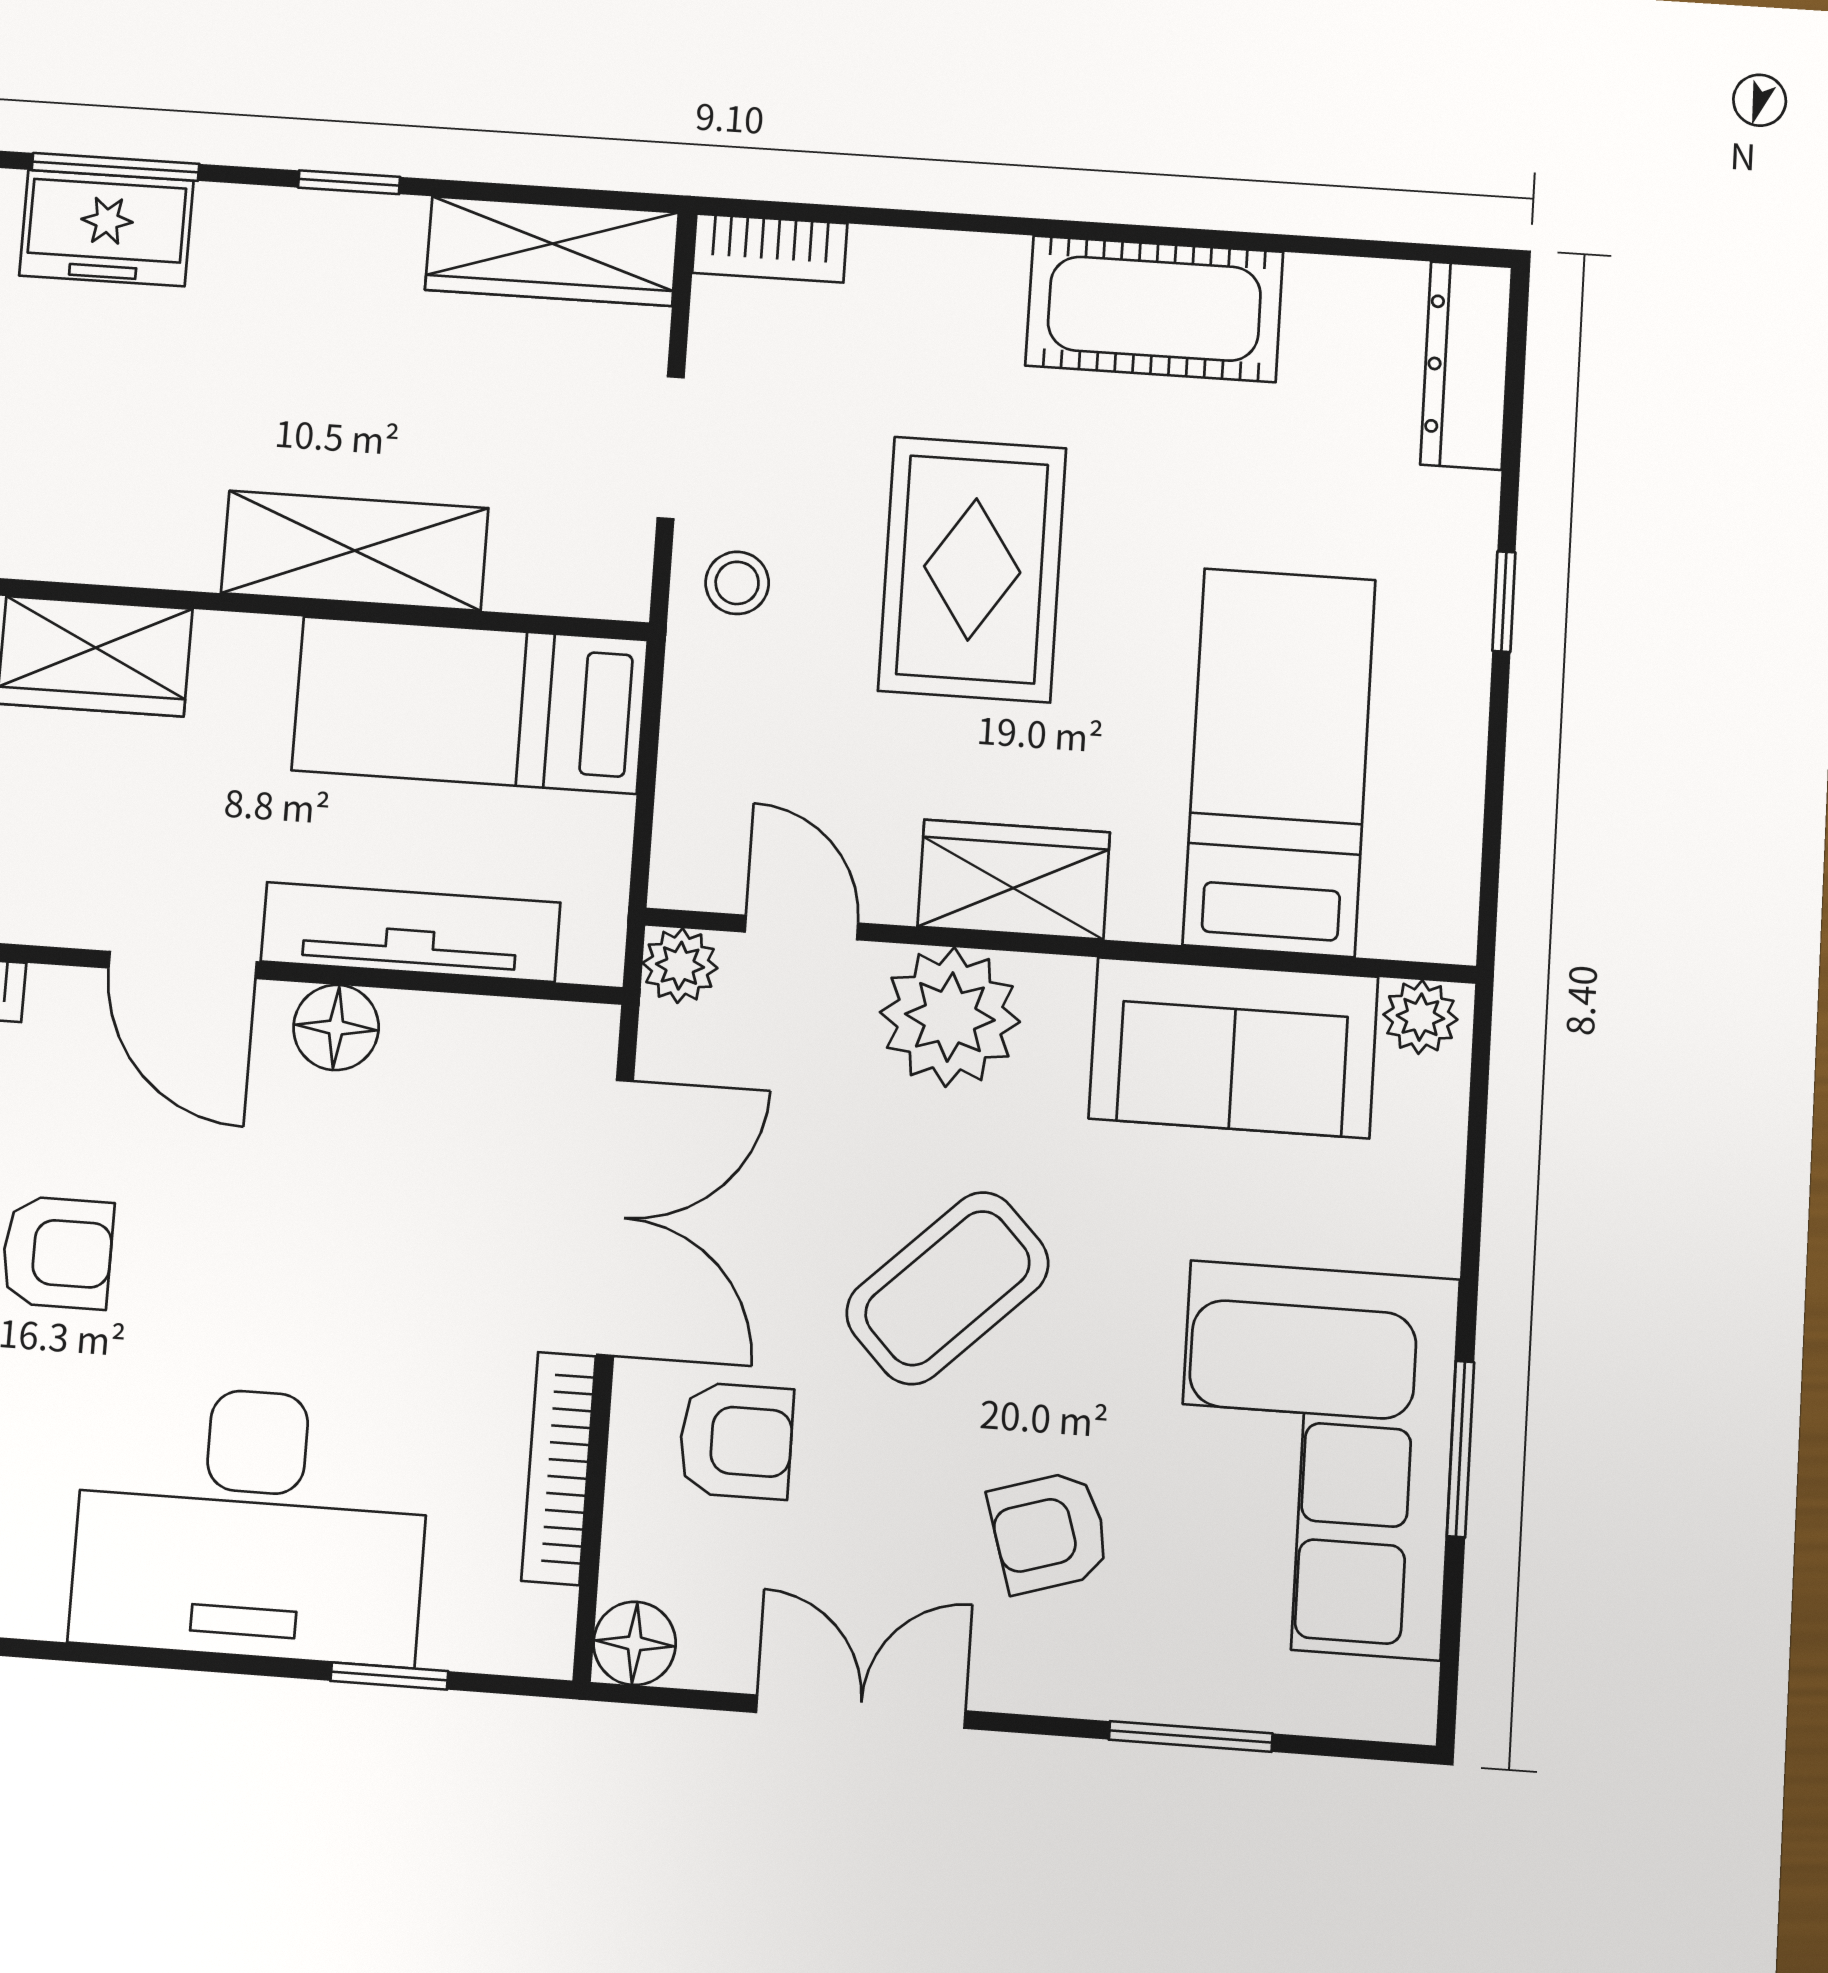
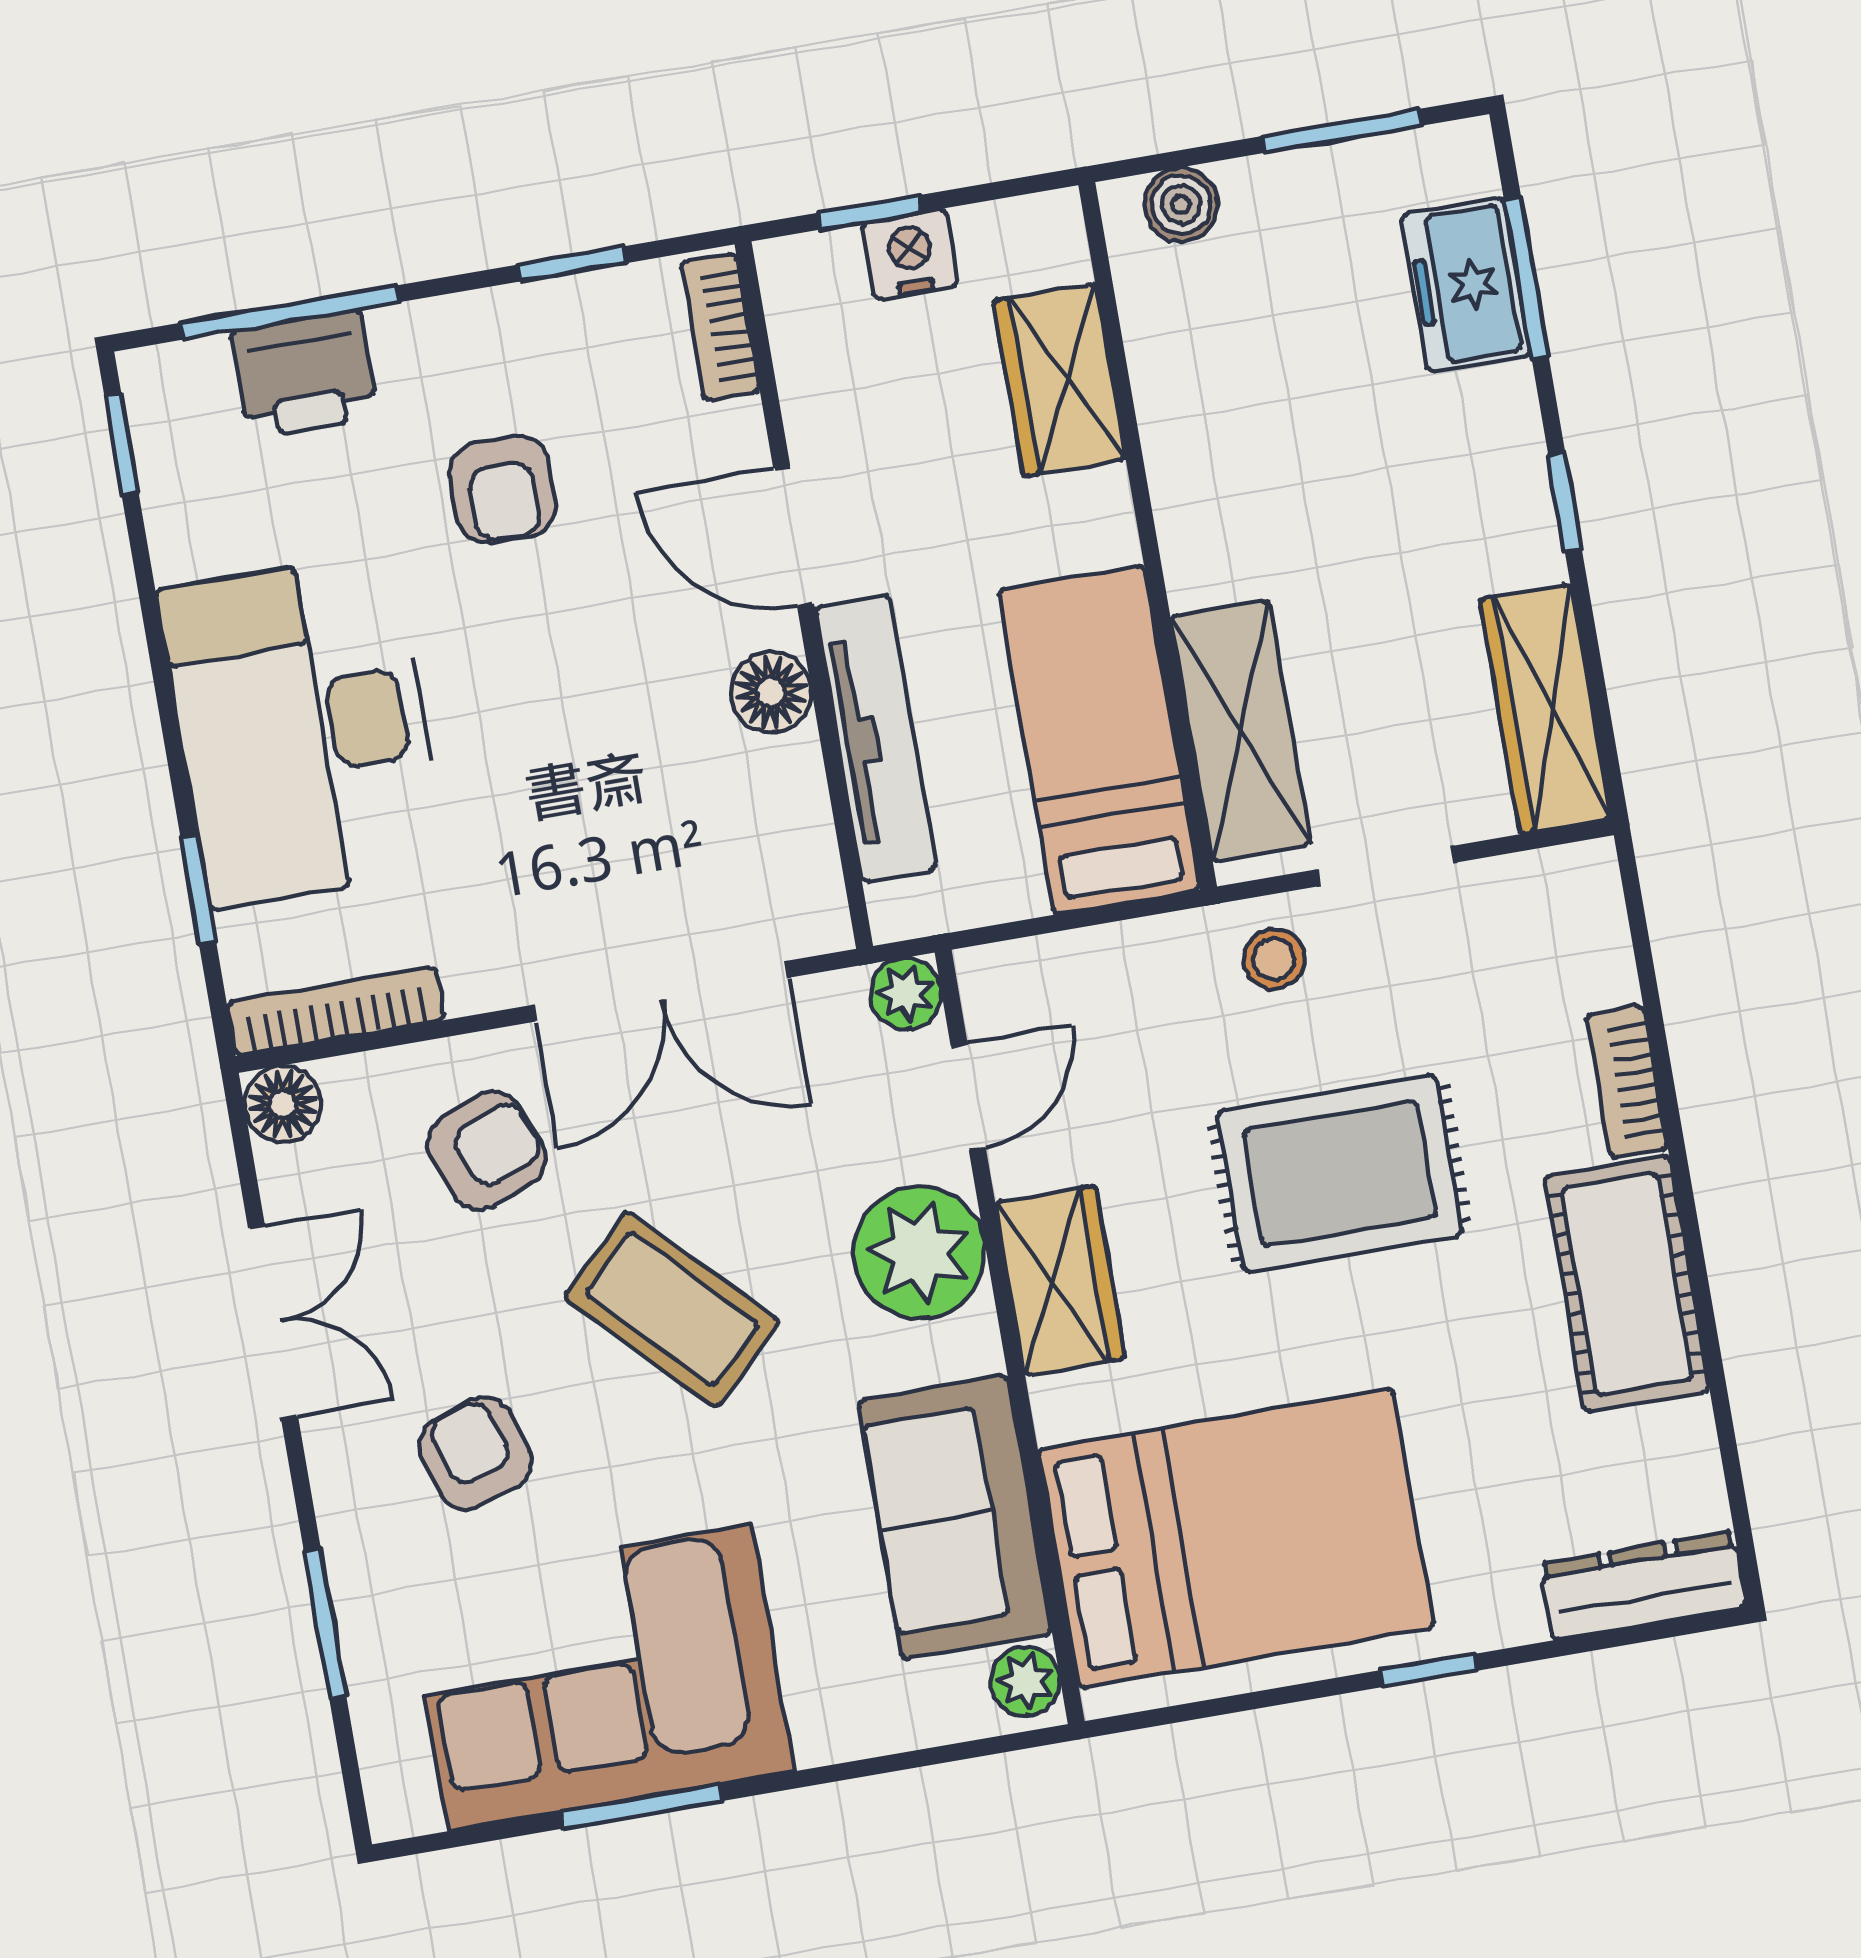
bookcase: (770, 248) -> (1627, 1082), moved
shelving: (355, 551) -> (1241, 731), moved
bed: (1279, 762) -> (1236, 1538), width x1.50
door: (183, 965) -> (794, 536), hinge flipped
armchair: (736, 1441) -> (487, 1151), turned -112
bookcase: (559, 1468) -> (336, 1011), moved

